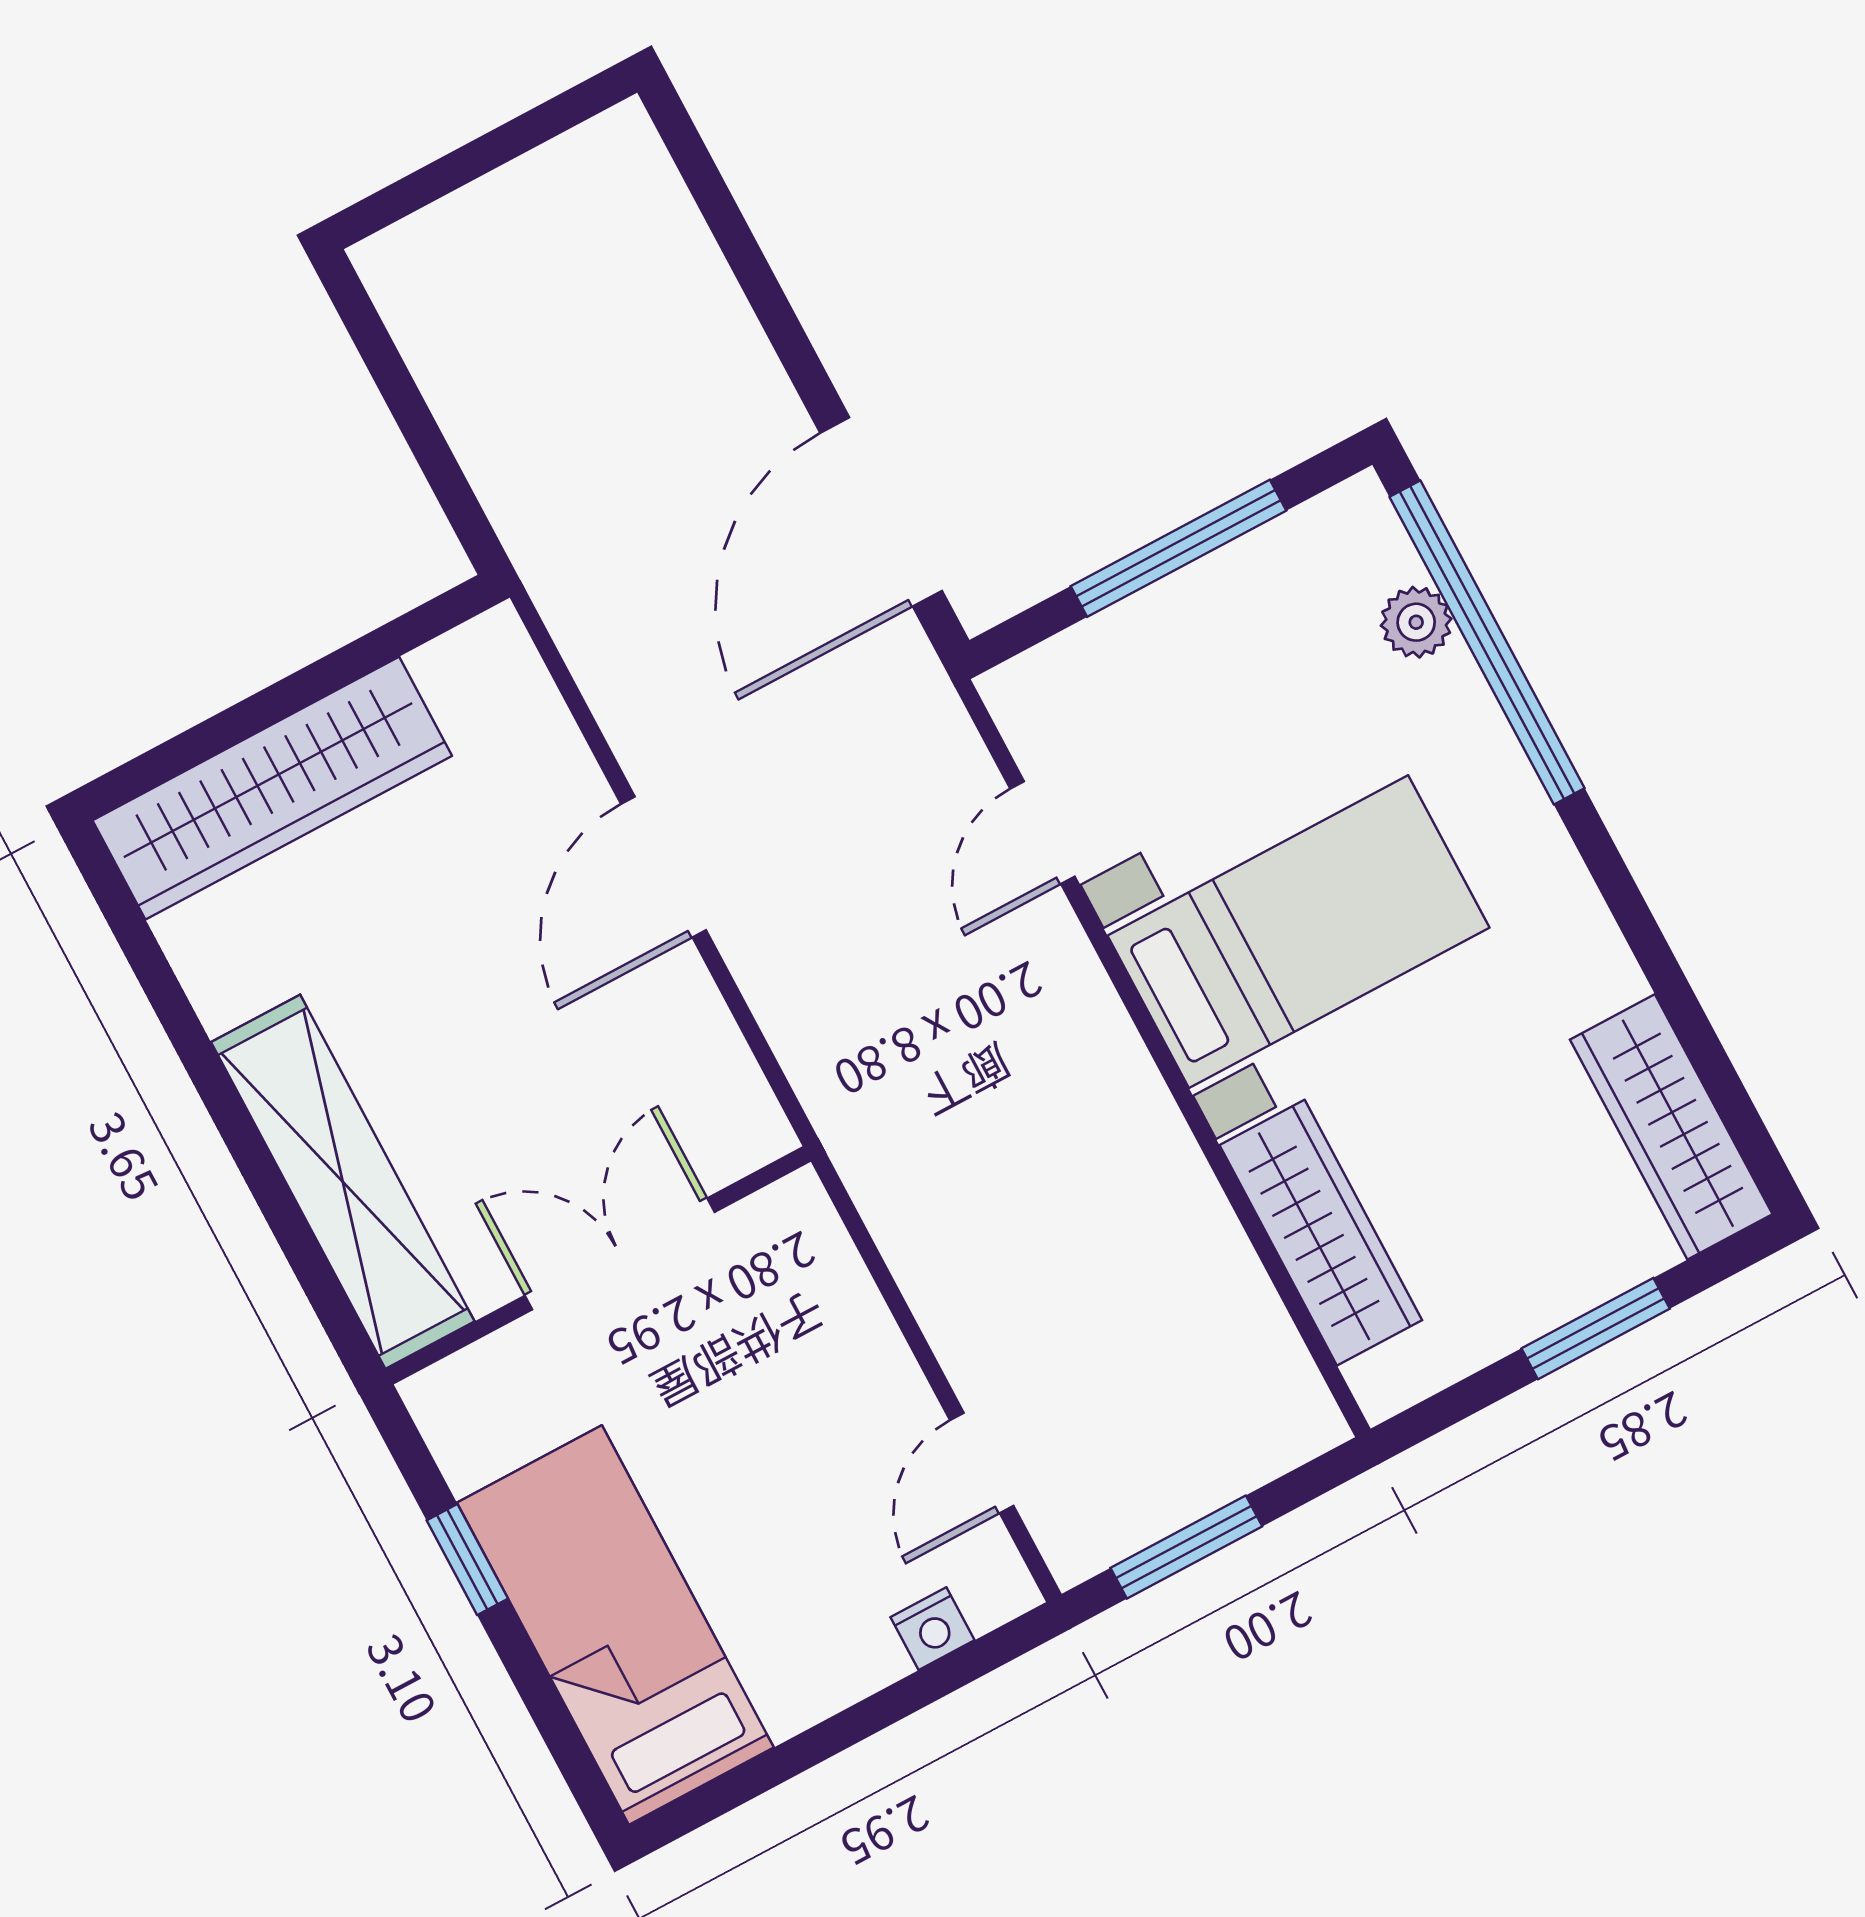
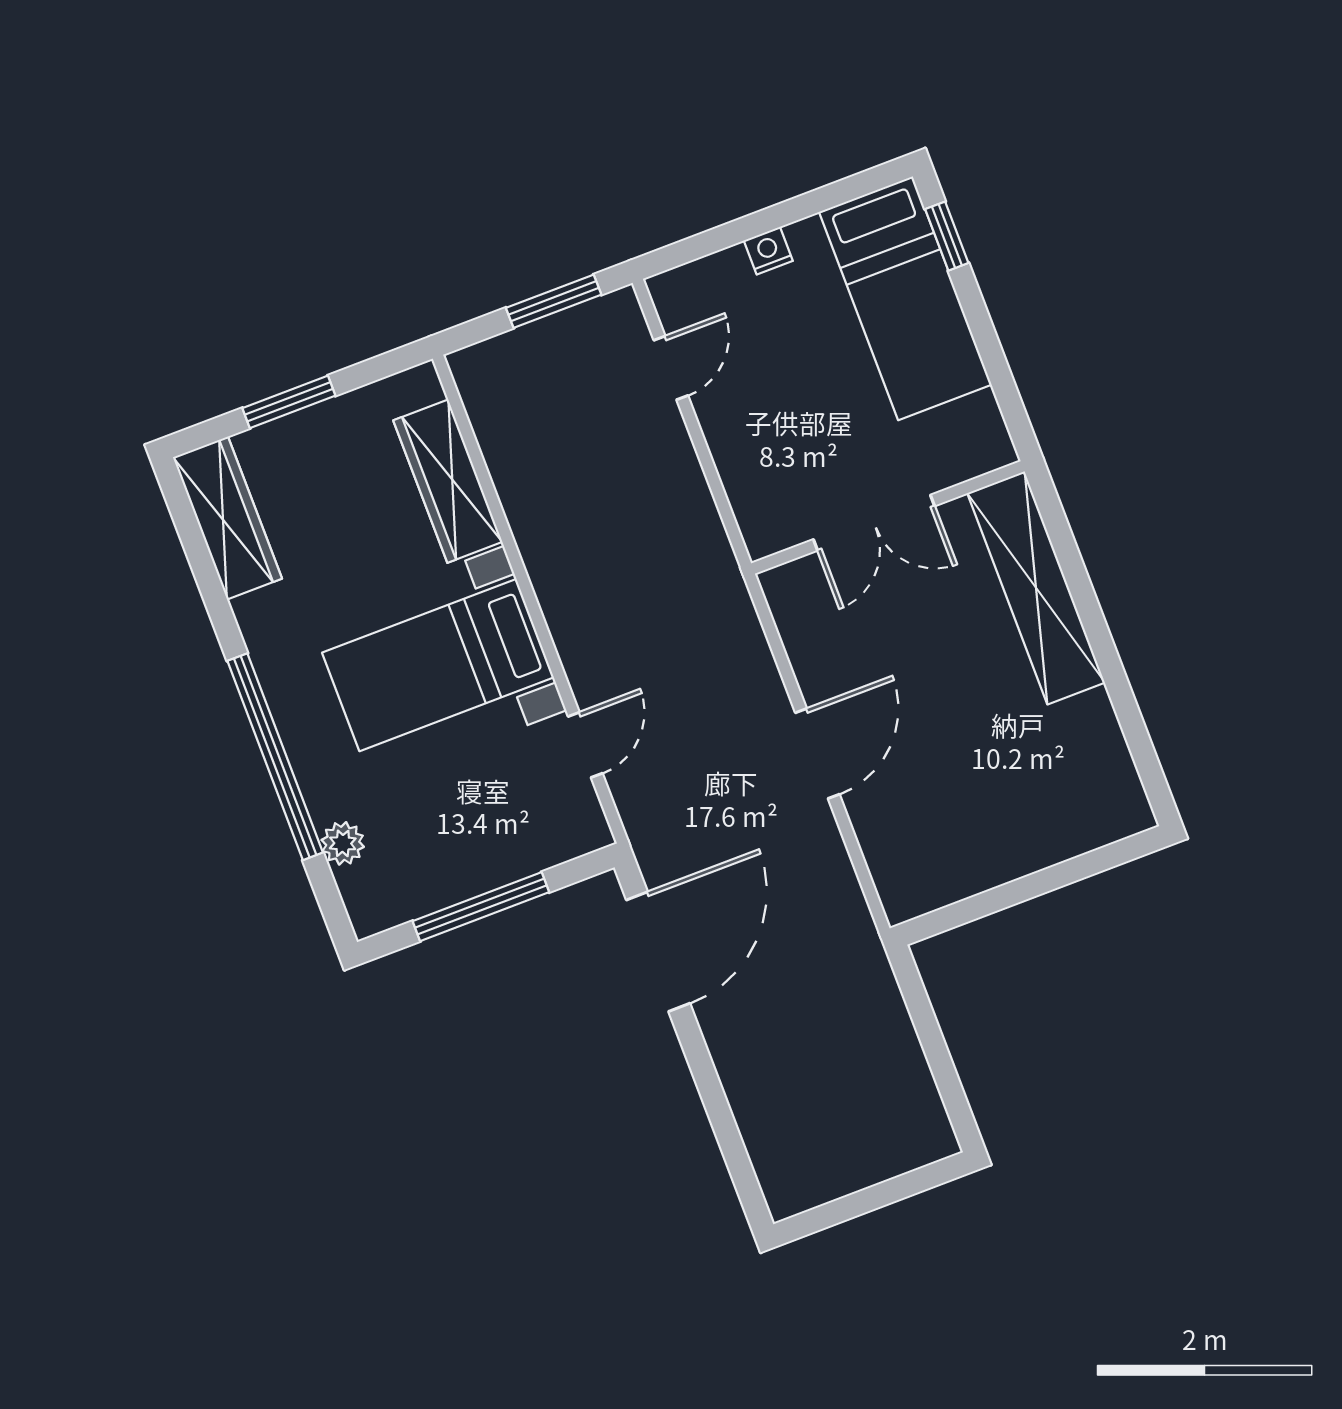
window: (1487, 642) -> (275, 757), moved
wardrobe: (272, 788) -> (1048, 832), removed
window: (467, 1559) -> (947, 236), moved
nightstand: (933, 1629) -> (768, 251), moved

